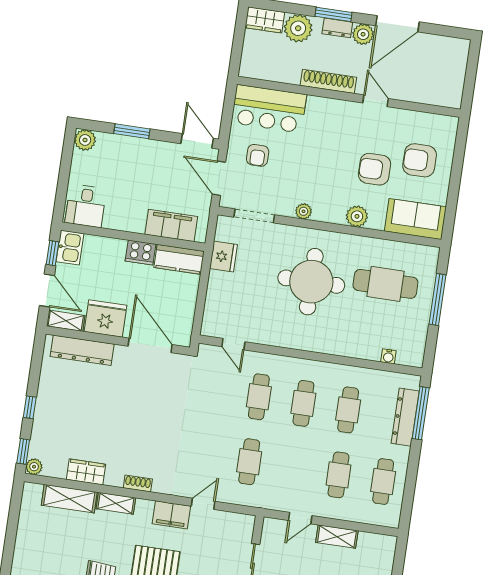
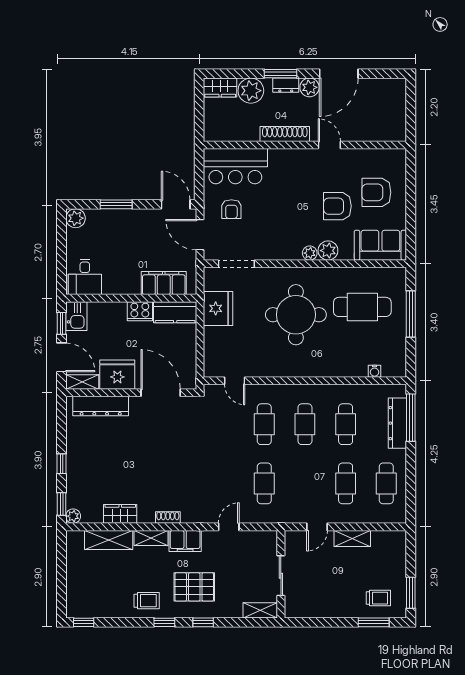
plant: (304, 211) -> (310, 253), moved
fridge: (223, 257) -> (218, 308), width x1.36, depth x1.34
filing cabinet: (171, 515) -> (185, 541), moved

